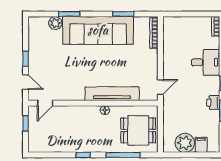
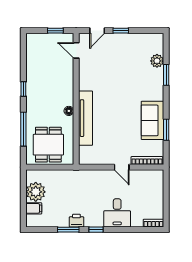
sofa: (98, 30) -> (152, 120), width x0.54, depth x0.79
door: (160, 87) -> (122, 167), moved

